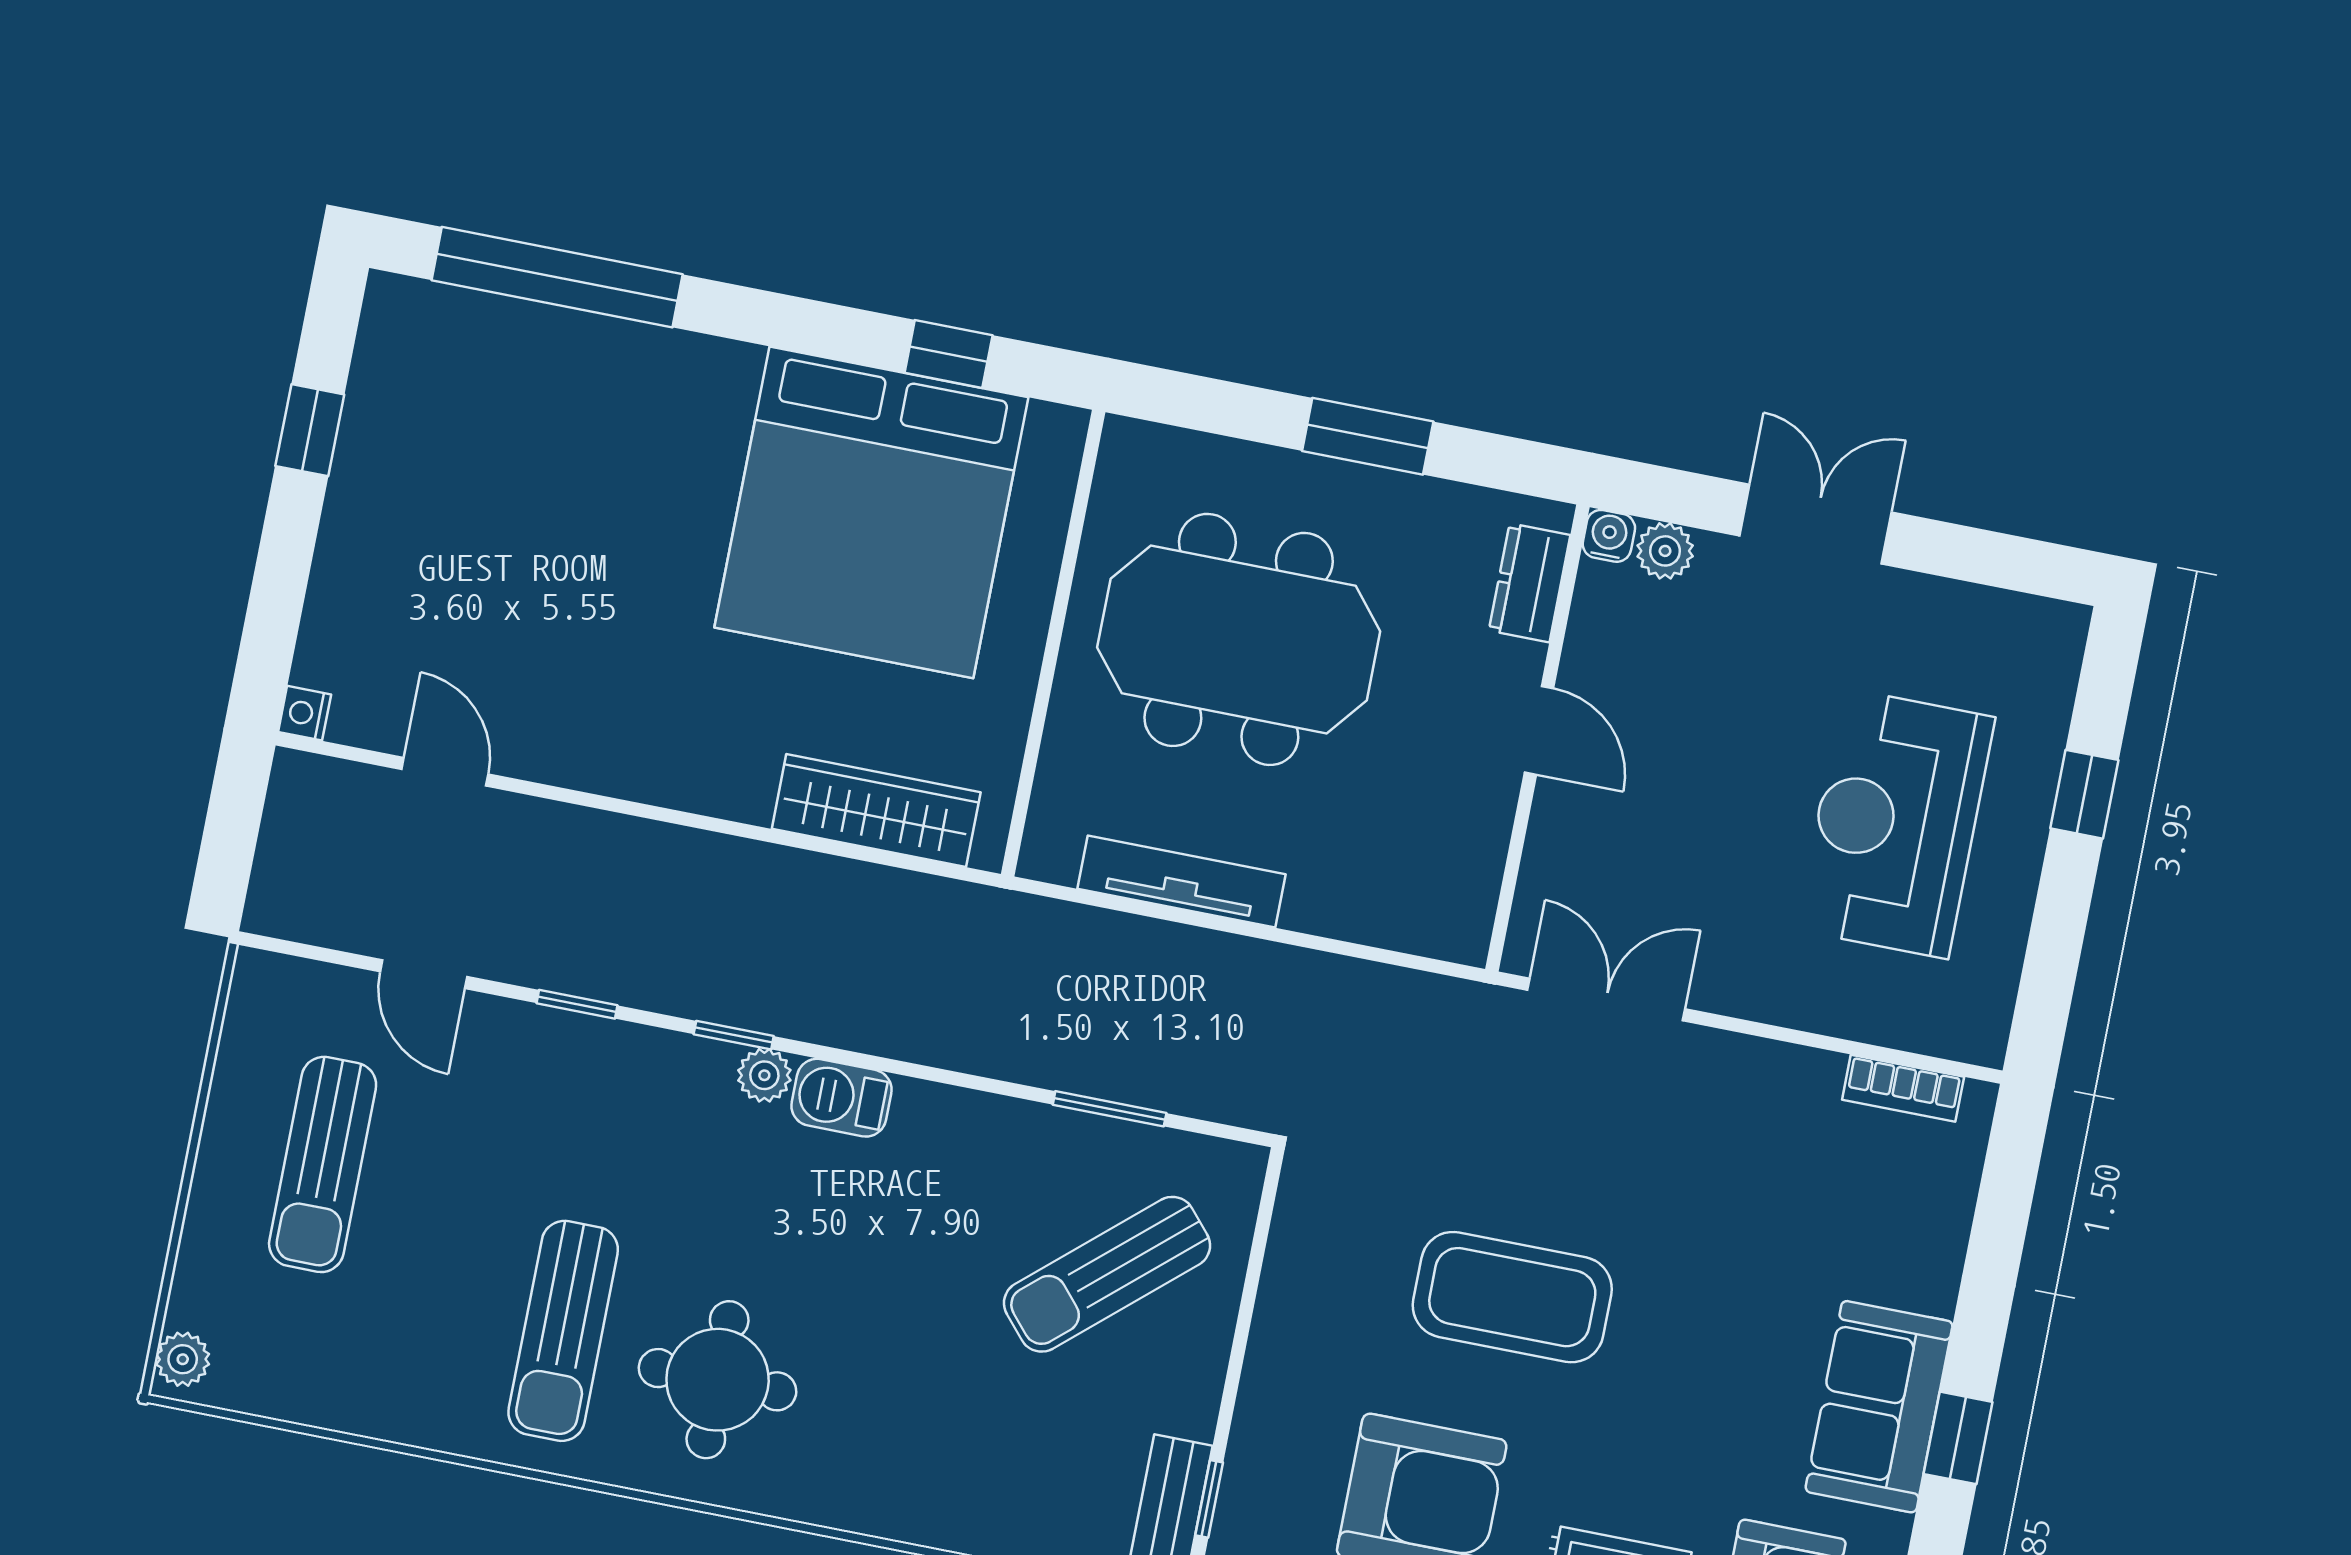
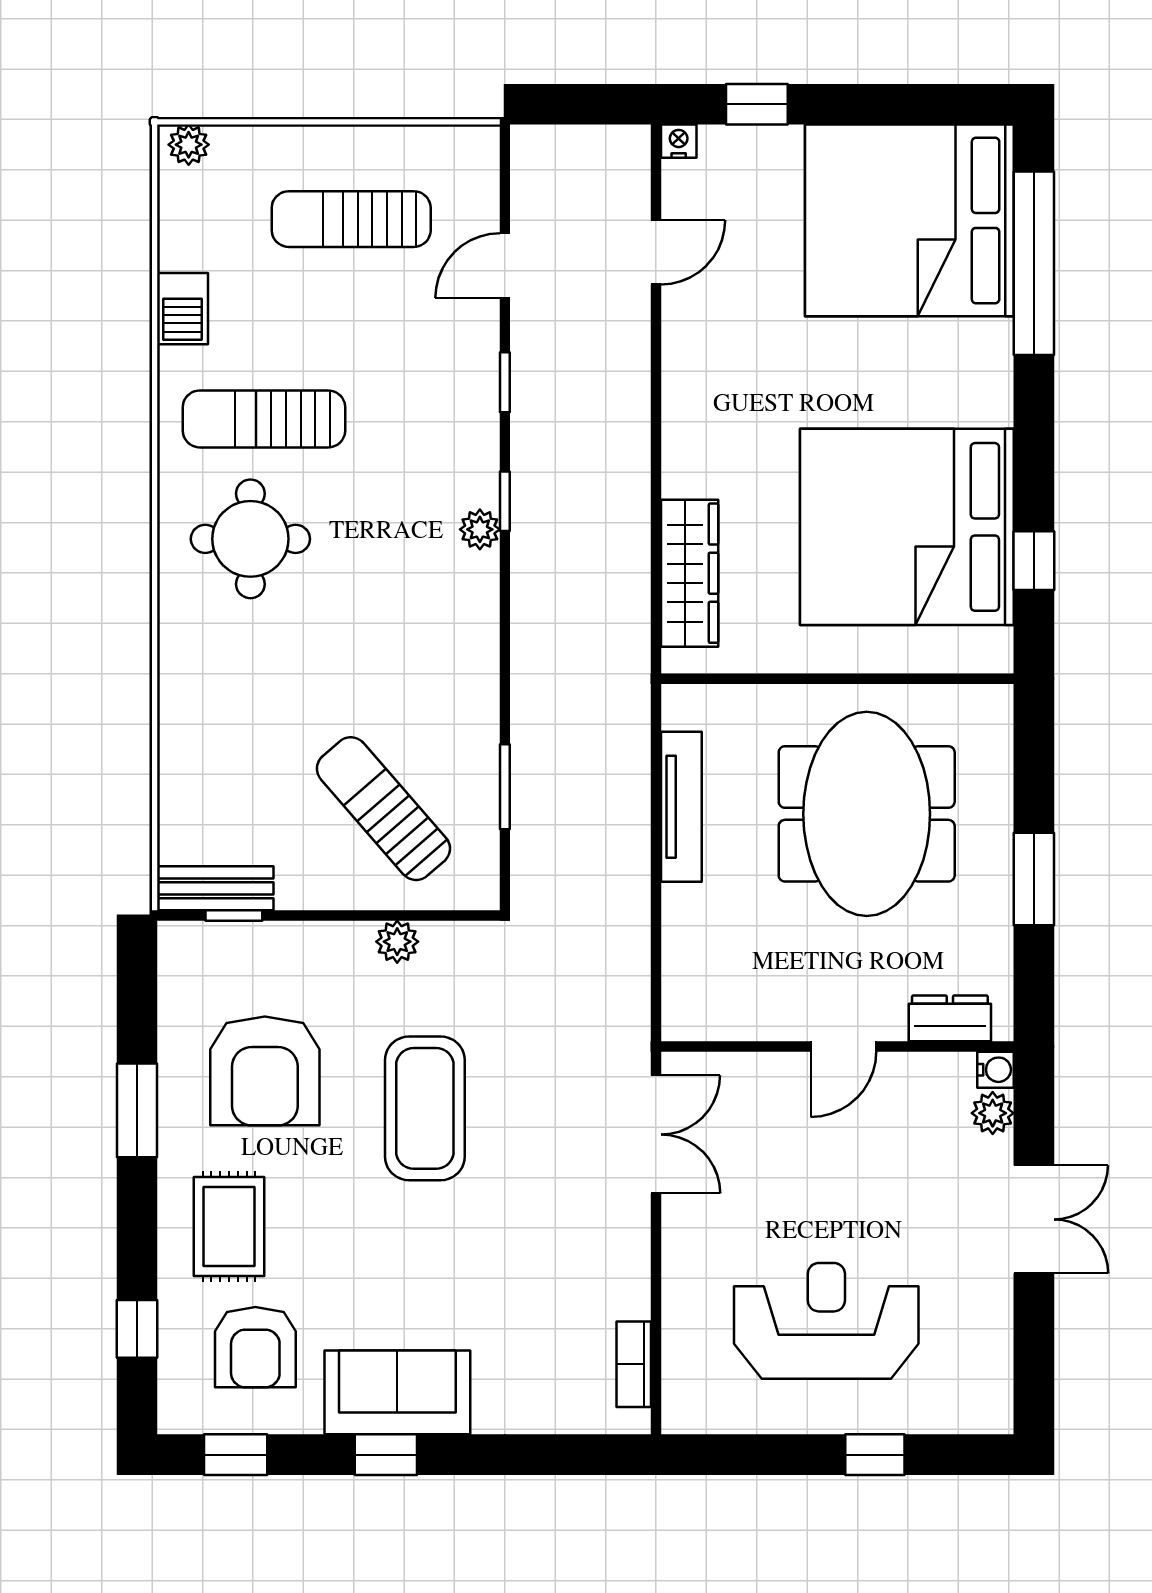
window: (310, 430) -> (757, 104), moved
bed: (469, 430) -> (909, 220), added
barbecue: (842, 1098) -> (182, 309), moved, turned 180
plant: (1286, 1290) -> (397, 942), added

